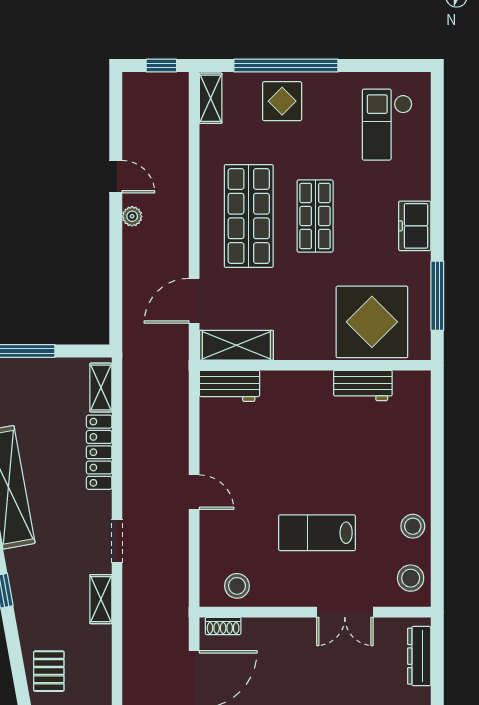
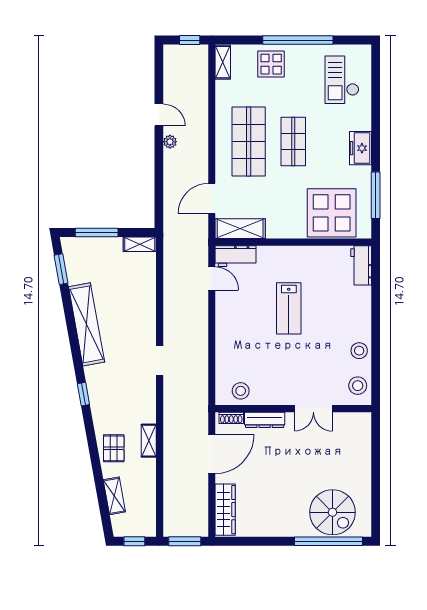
window: (286, 66) -> (298, 40), moved
workbench: (363, 386) -> (361, 265), moved, turned 90
shelving: (101, 388) -> (140, 244), moved, turned 90
locker: (99, 452) -> (148, 301), removed
door: (194, 492) -> (212, 278), moved
lab bench: (317, 533) -> (289, 308), moved, turned -90
shelving: (101, 599) -> (149, 441), moved
dresser: (419, 656) -> (265, 420), moved, turned -90

